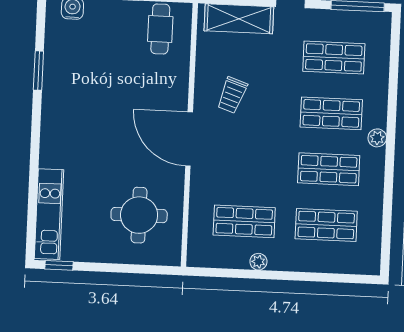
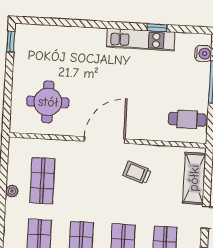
window: (38, 71) -> (157, 28), width x0.67
kitchen unit: (49, 214) -> (141, 40), moved

